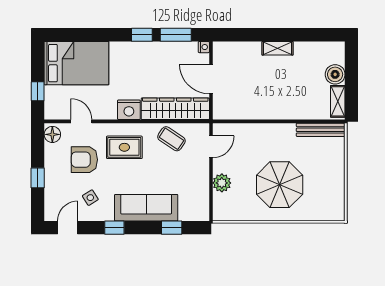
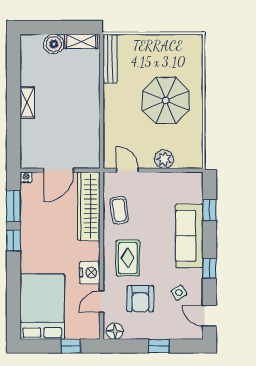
nightstand: (129, 110) -> (90, 273), moved
coffee table: (171, 139) -> (119, 210), turned -41

